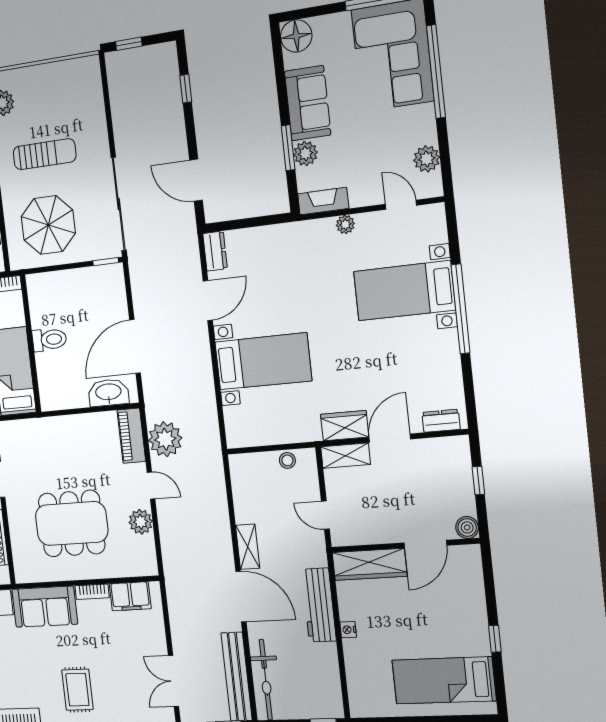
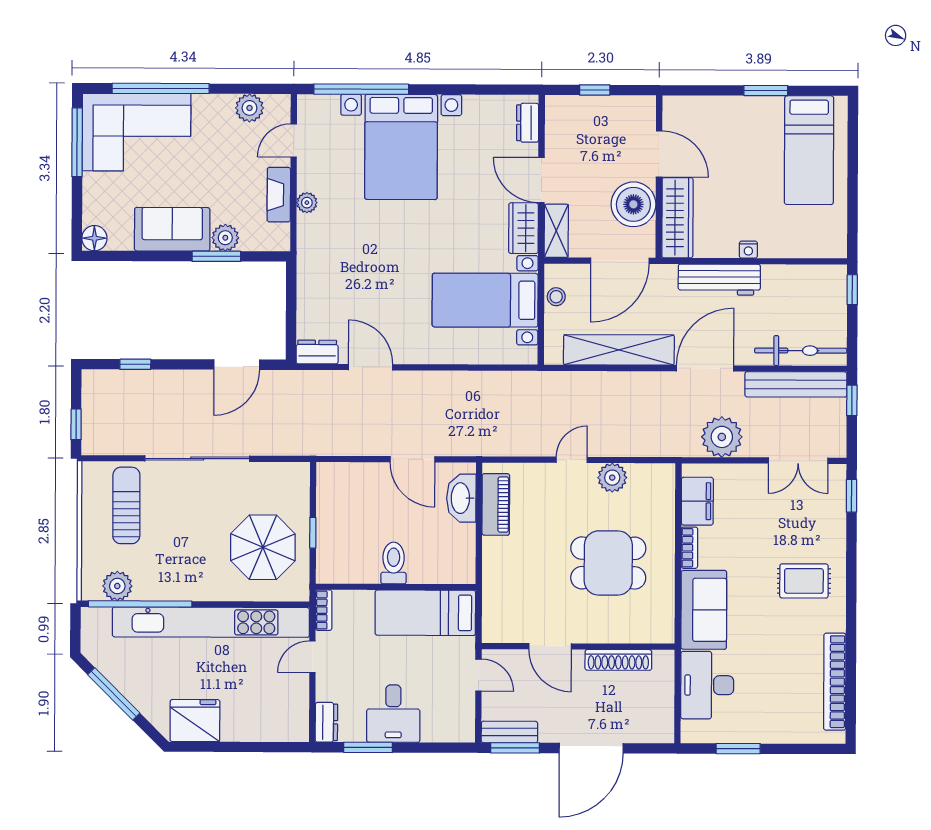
floor lamp: (296, 36) -> (94, 238), width x0.73, depth x0.73
sun lounger: (45, 154) -> (126, 505), moved
fireplace: (323, 201) -> (279, 195), moved
sliding door: (119, 204) -> (197, 459), moved
window: (106, 262) -> (313, 533), moved
bed with nightstands: (404, 291) -> (401, 147), width x1.36
window: (461, 309) -> (361, 89), moved
door: (135, 347) -> (412, 459), width x0.73
bed with nightstands: (263, 361) -> (485, 300), moved, turned -90
piano: (131, 436) -> (496, 504), moved, turned -90
plant: (165, 439) -> (722, 437), moved
door: (325, 515) -> (620, 261), width x1.88
dining table: (72, 523) -> (608, 563), width x0.73
boiler: (467, 527) -> (633, 204), moved, width x1.86, depth x1.86
shelving: (248, 547) -> (619, 350), width x2.20, depth x1.33
window: (495, 639) -> (766, 91), width x1.50

